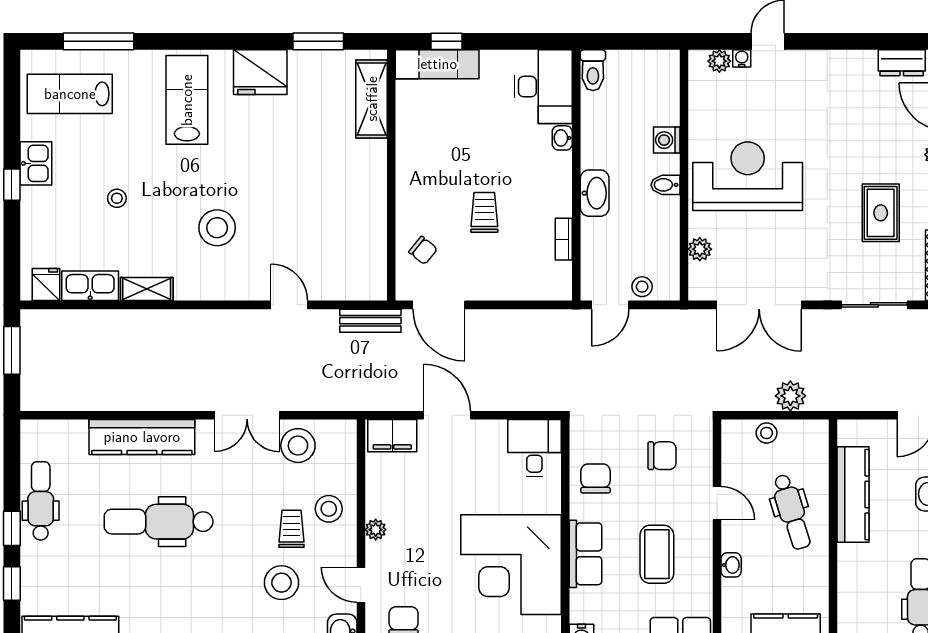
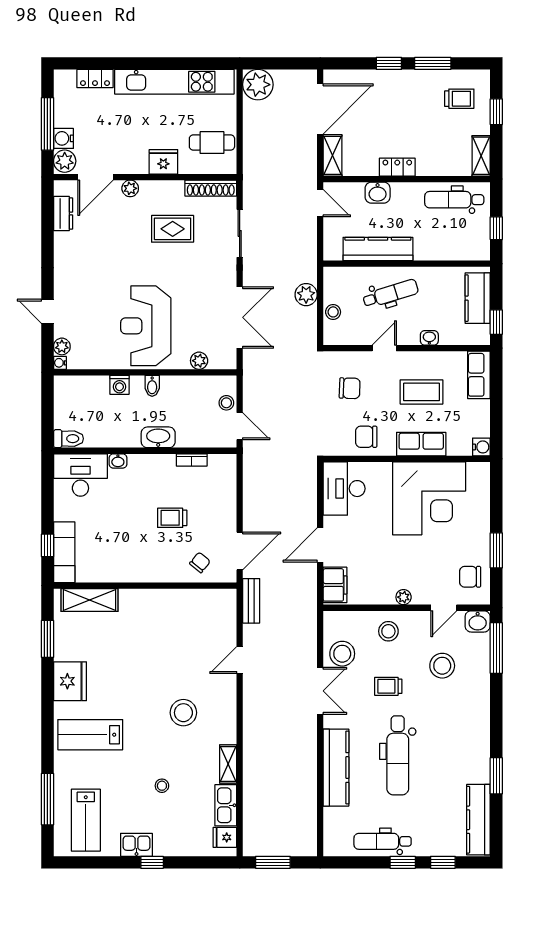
water cooler: (742, 58) -> (60, 363), moved
desk: (534, 448) -> (344, 489), width x1.37
chair: (662, 456) -> (350, 388), turned 92
trolley: (292, 529) -> (388, 686), moved

